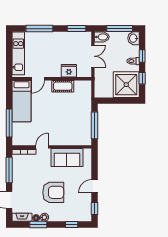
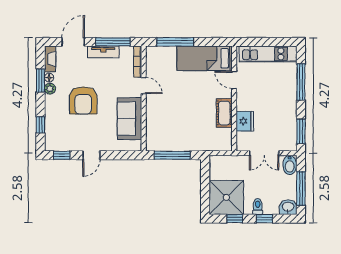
tv unit: (17, 177) -> (103, 52), added
door: (94, 186) -> (91, 155), swing flipped

